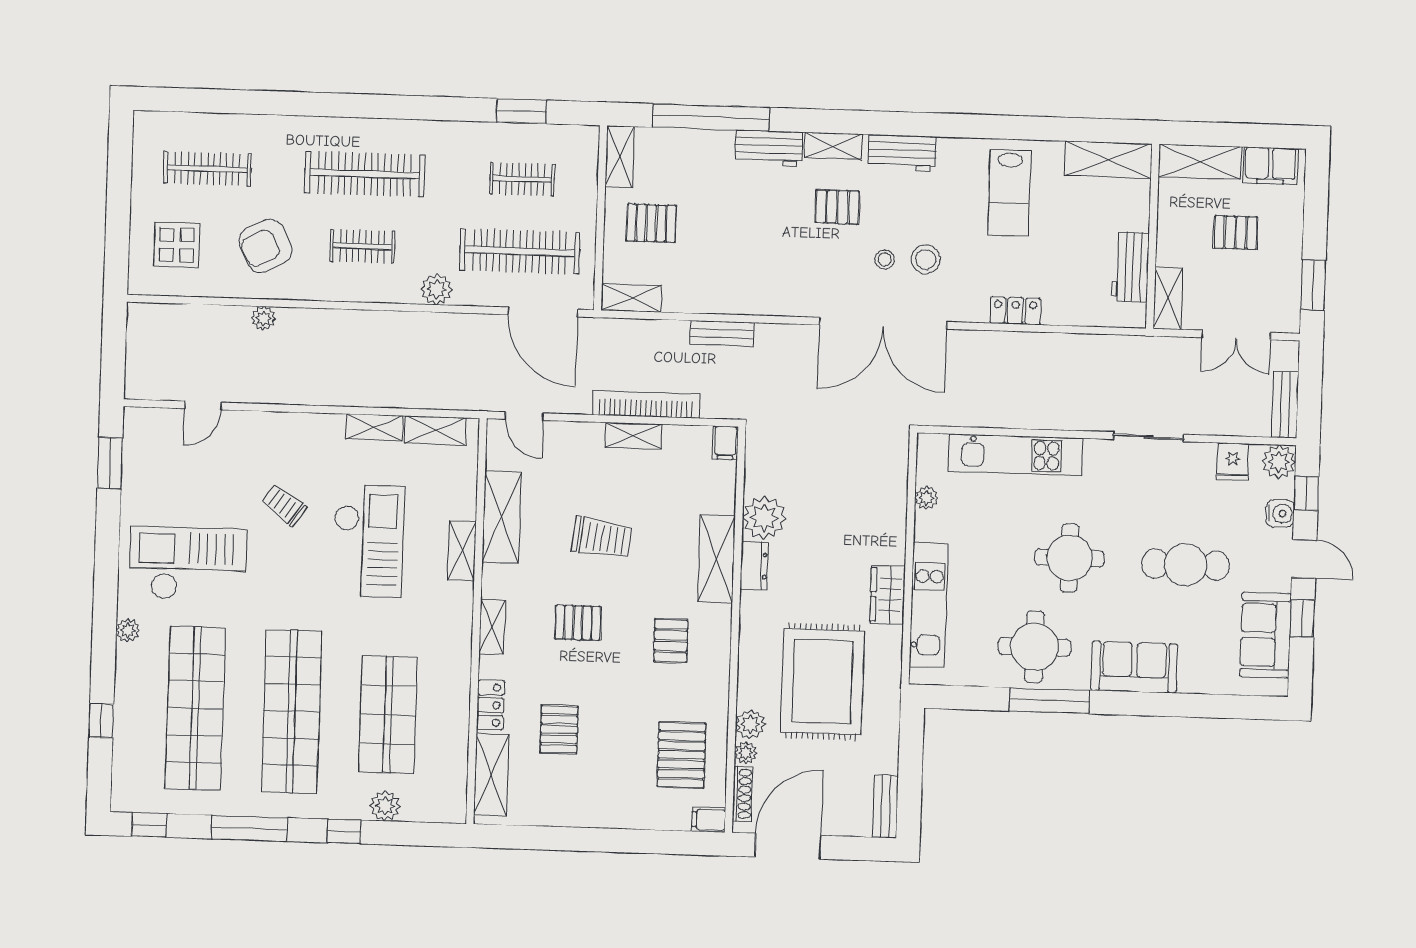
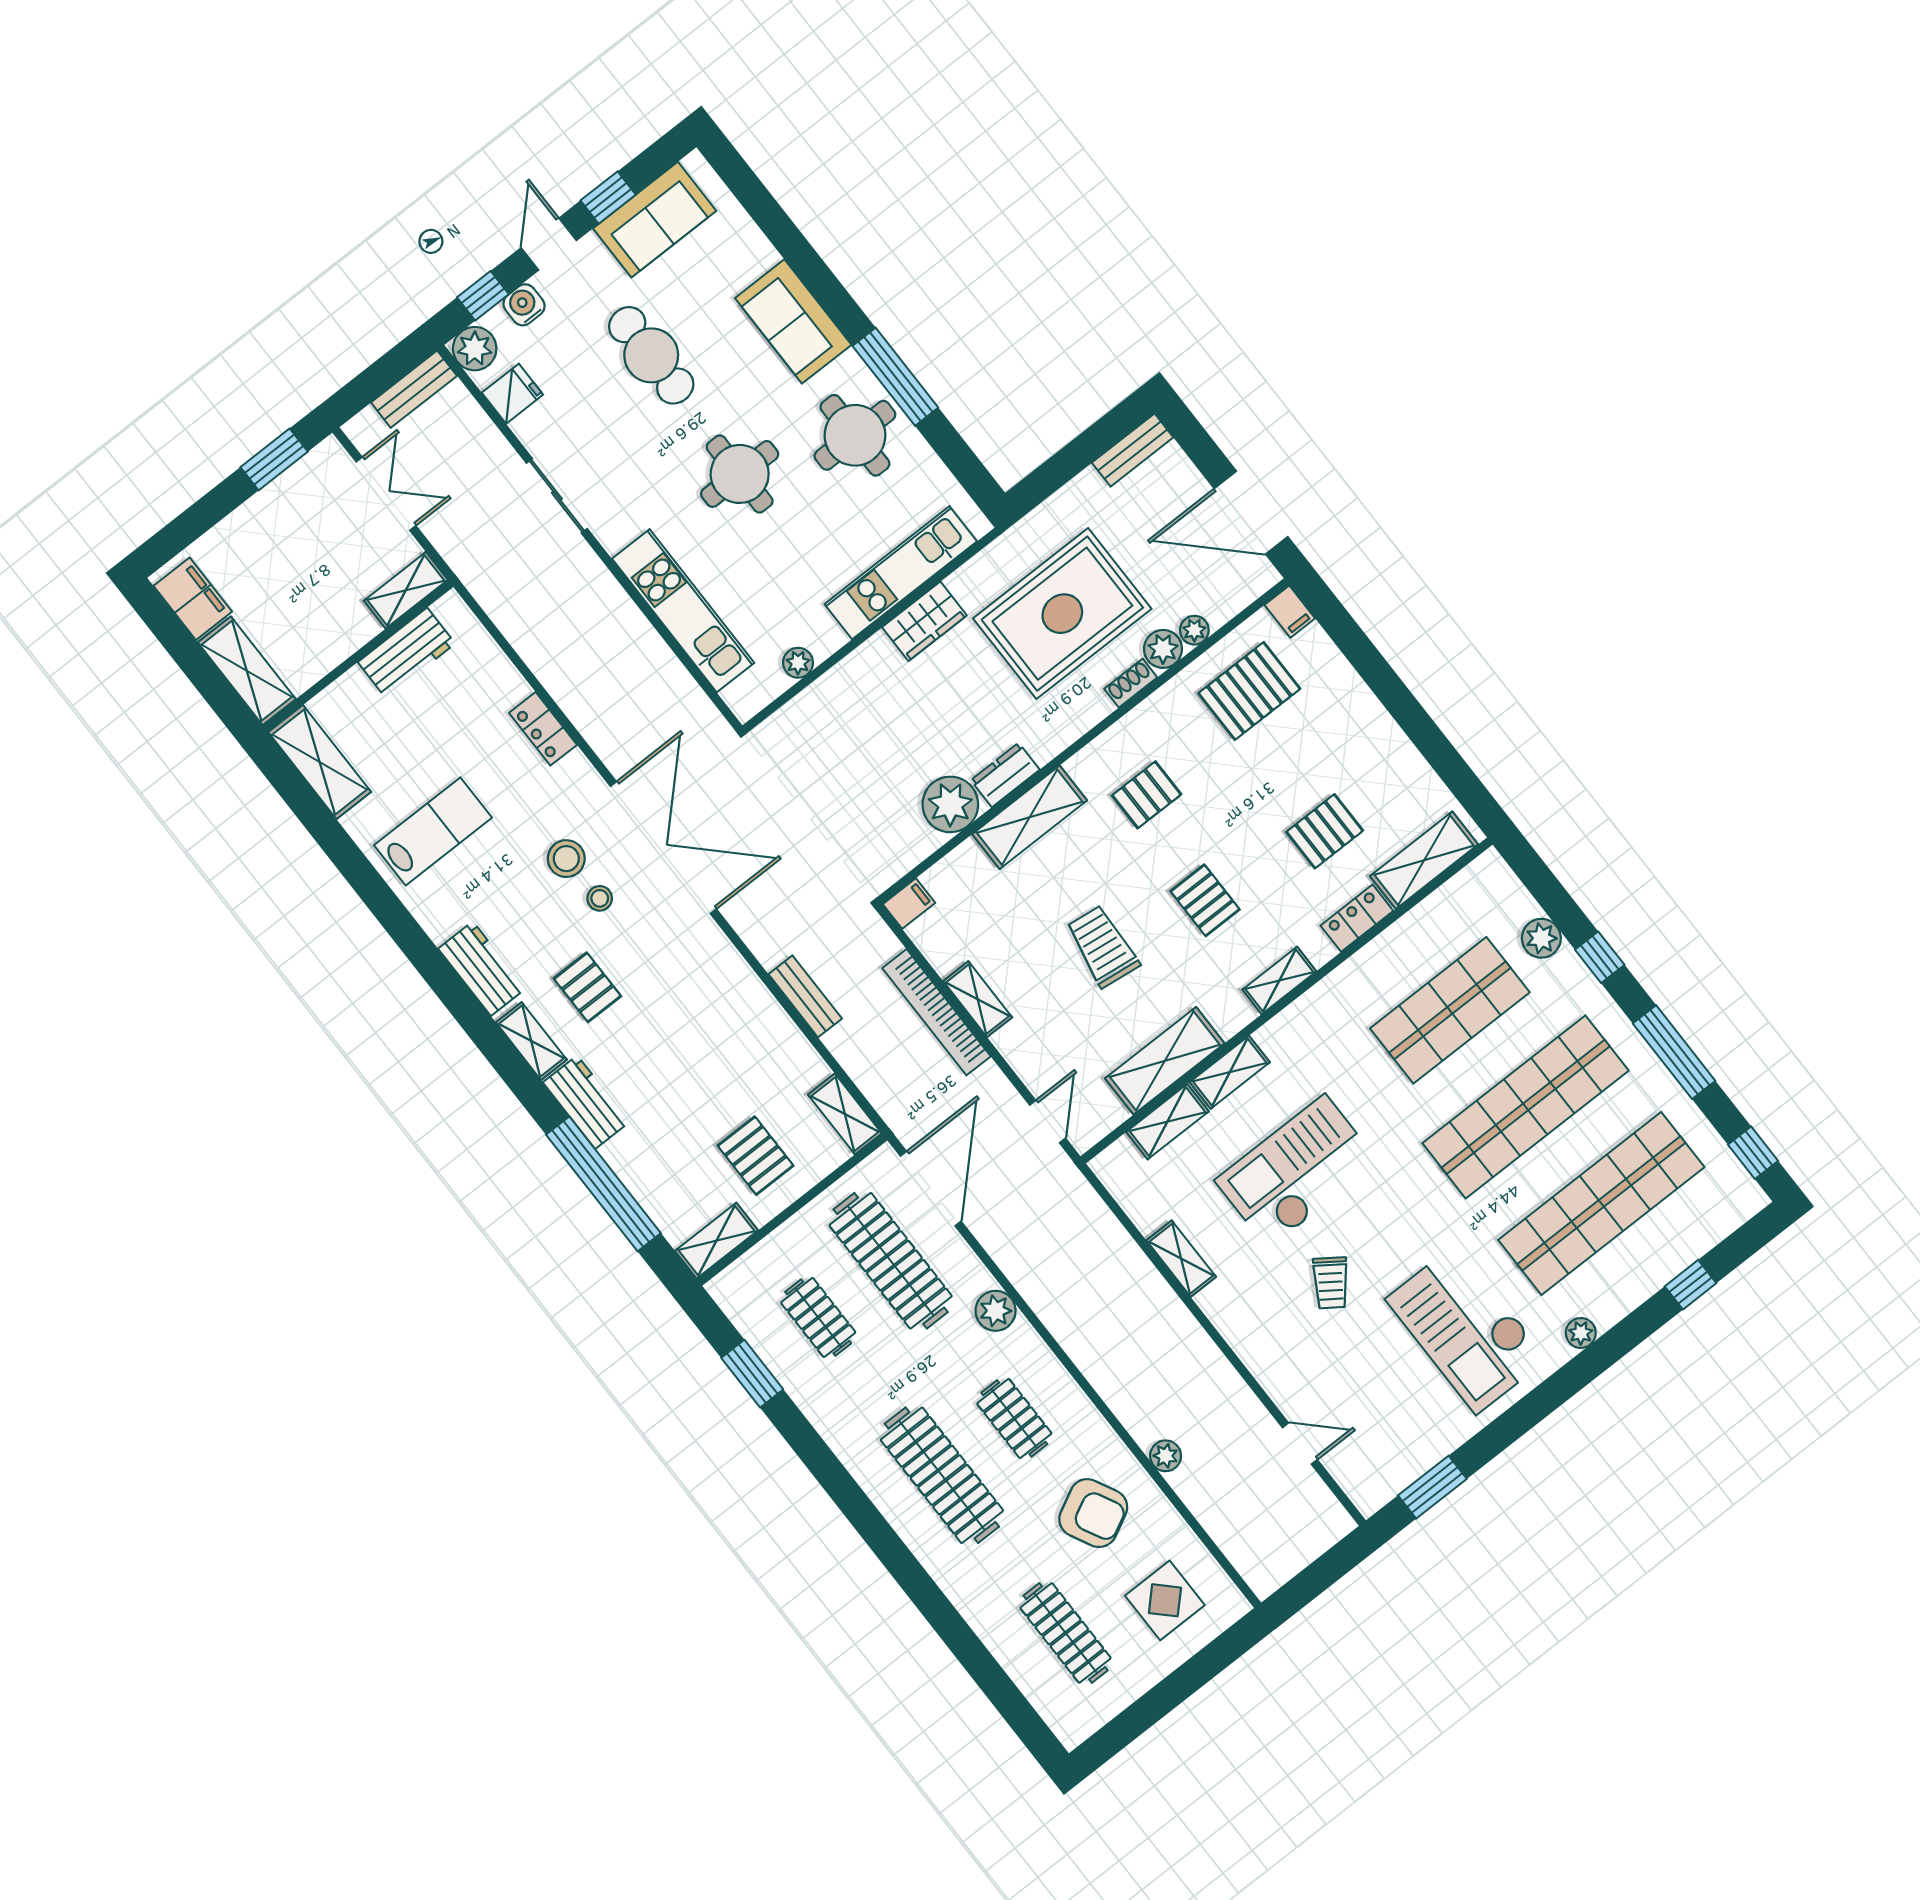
pallet: (1236, 232) -> (286, 578), removed
shelving: (435, 430) -> (1167, 1122), moved, turned 90
shoe rack: (743, 794) -> (1131, 683), moved, width x0.70

